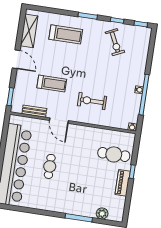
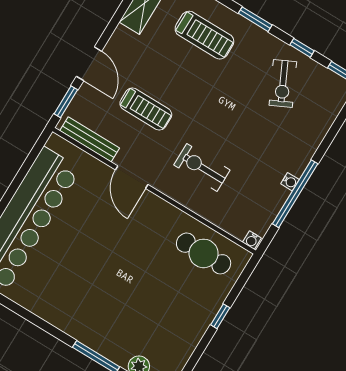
door: (16, 59) -> (89, 64), moved
bench: (34, 111) -> (90, 139), width x1.36
cafe table: (114, 154) -> (204, 253), moved
cafe table: (50, 166) -> (83, 249), removed
piano: (123, 183) -> (196, 329), removed

